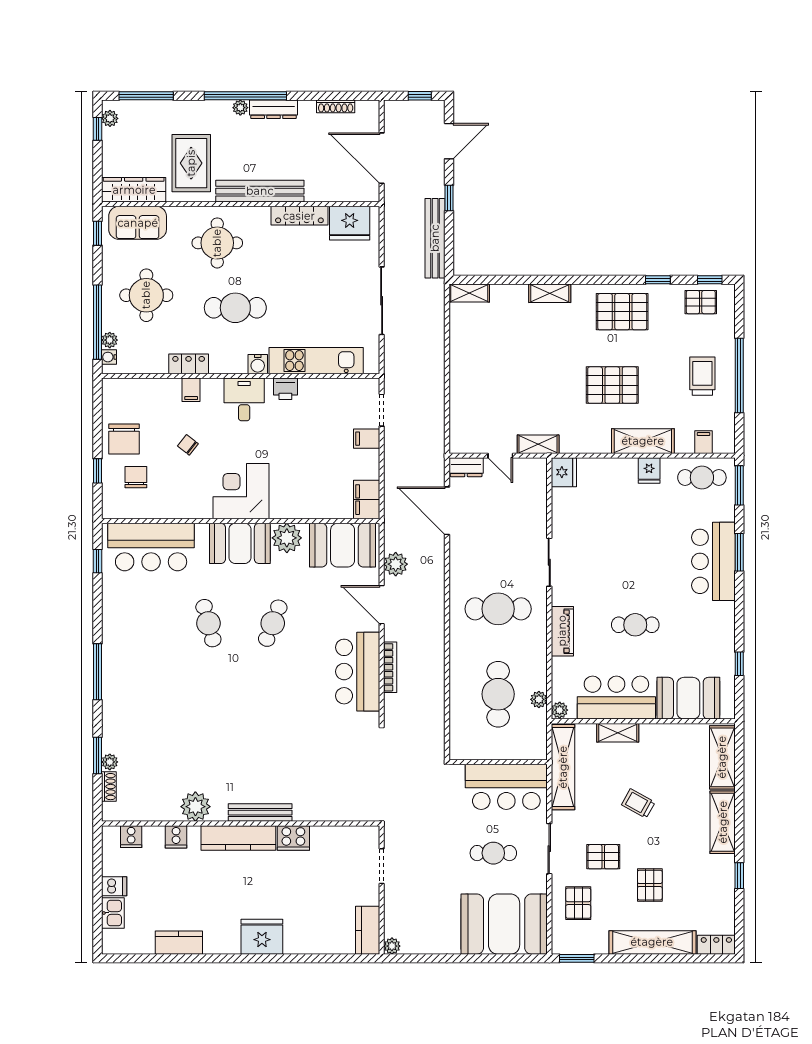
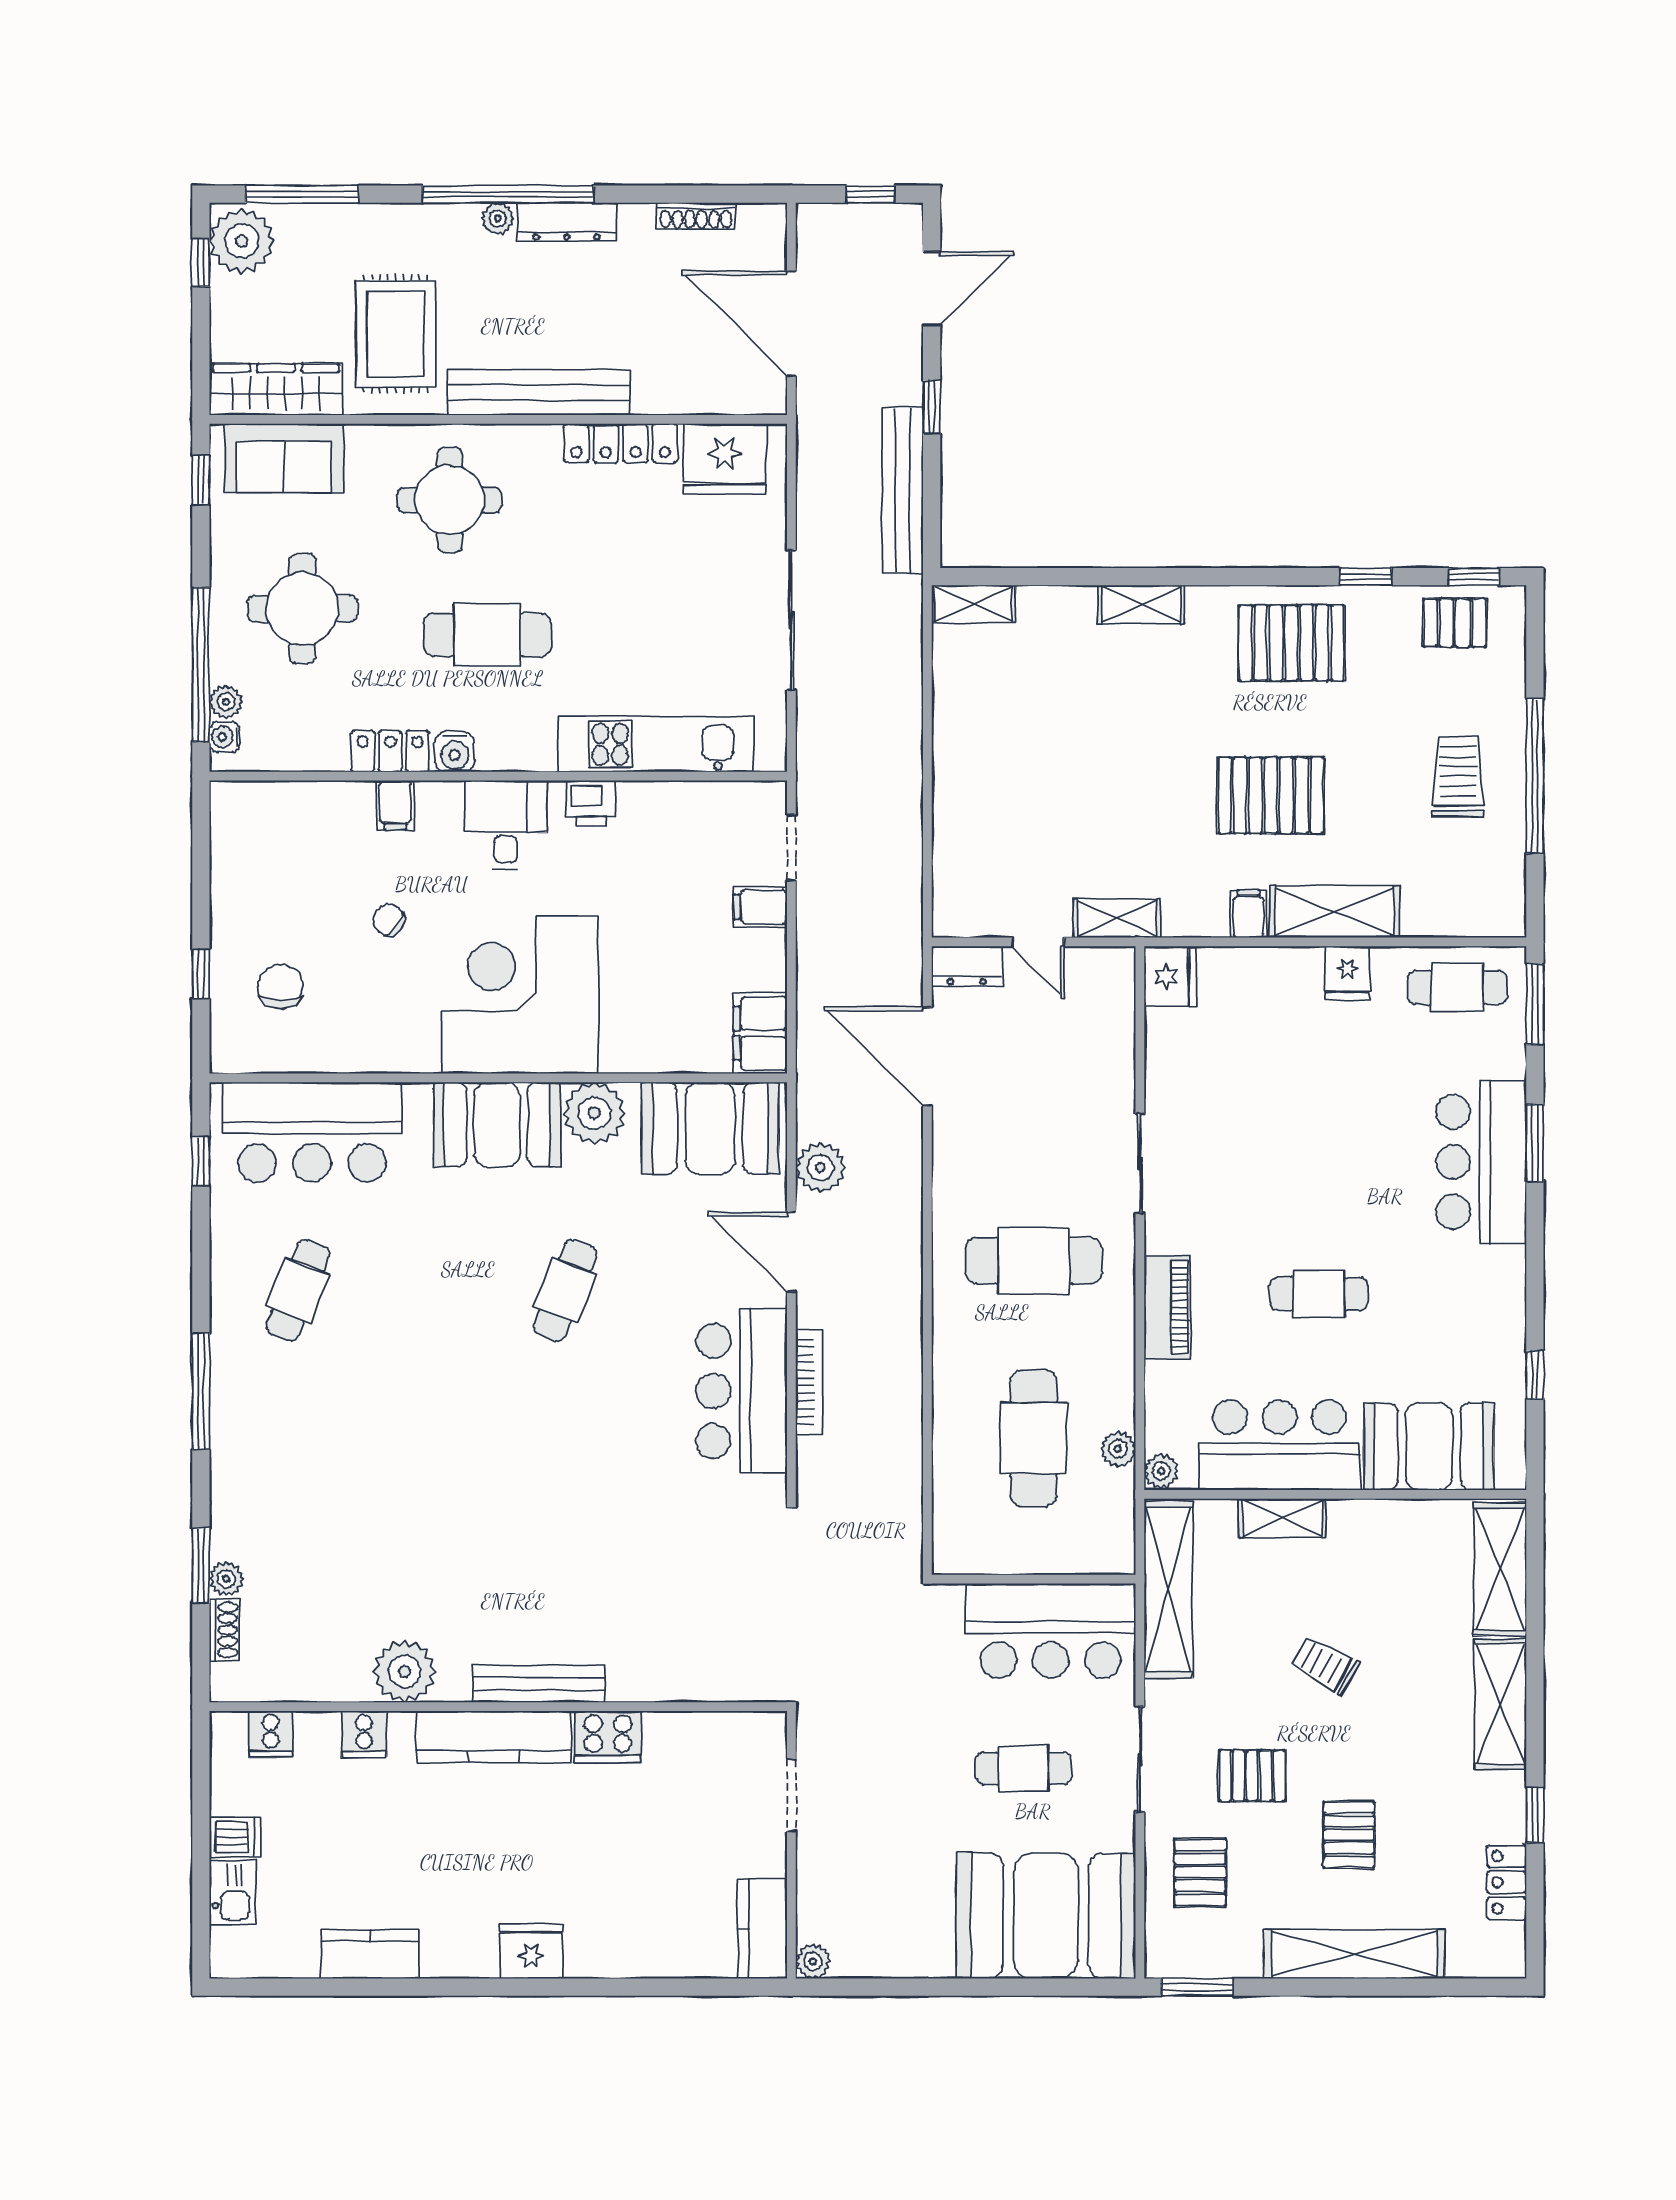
plant: (110, 118) -> (242, 241), width x1.88, depth x1.88
water cooler: (258, 364) -> (455, 752), moved
chair: (124, 439) -> (256, 907), removed
filing cabinet: (703, 442) -> (1248, 914), moved
corner desk: (241, 491) -> (520, 995), width x1.36, depth x1.36
cafe table: (208, 623) -> (298, 1290), moved, turned 36
fridge: (262, 937) -> (531, 1951), width x0.73, depth x0.75
locker: (716, 945) -> (1507, 1882), moved, turned -90

